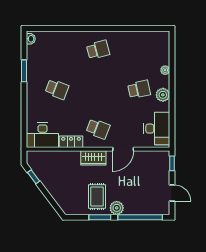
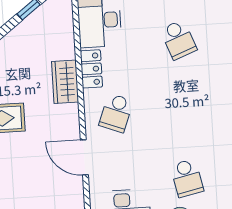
school desk: (57, 89) -> (178, 40), turned -42
wardrobe: (93, 158) -> (65, 82), moved

